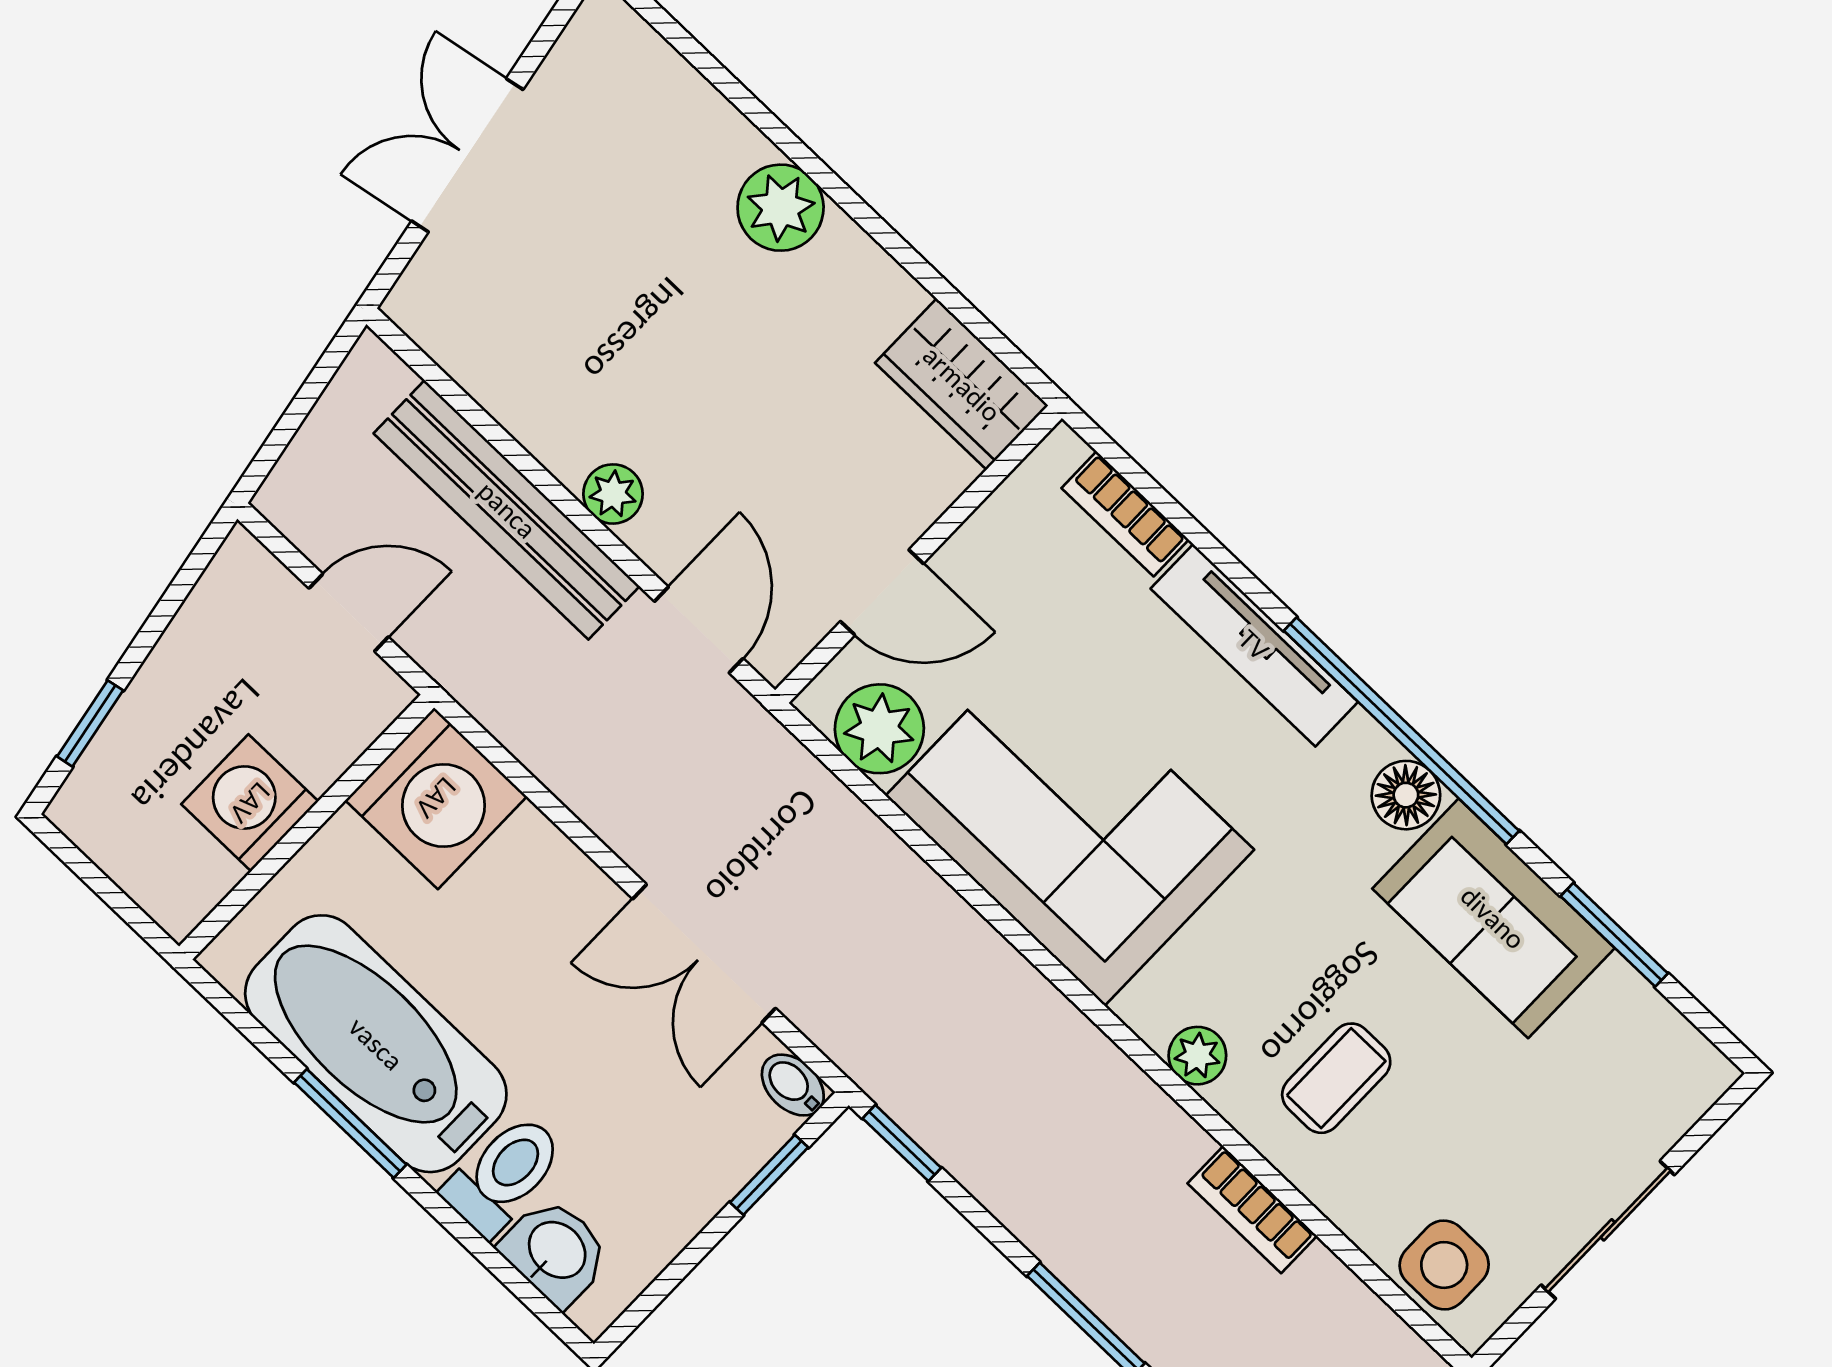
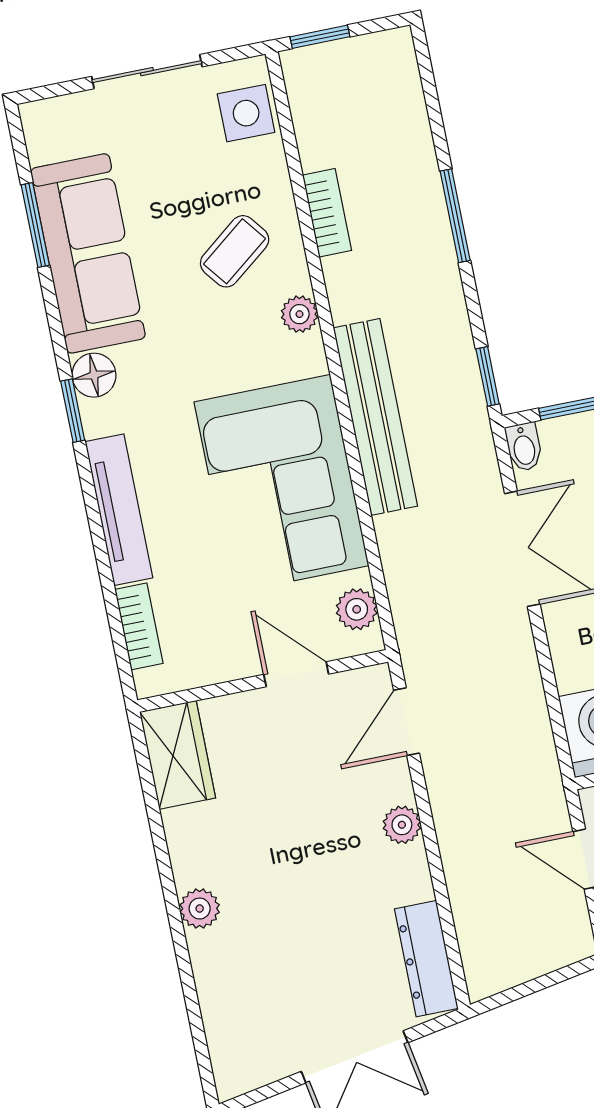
plant: (781, 208) -> (200, 909), width x0.73, depth x0.73
dresser: (463, 345) -> (426, 959), added
bench: (507, 510) -> (375, 417), moved
plant: (879, 729) -> (357, 609), width x0.73, depth x0.73
window: (1401, 731) -> (73, 411), width x0.32
sofa: (1493, 918) -> (88, 253), width x1.36
coffee table: (1336, 1078) -> (235, 251), turned -38

